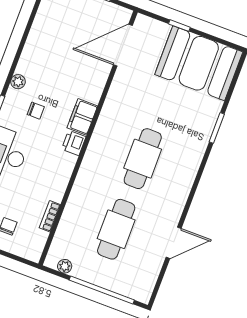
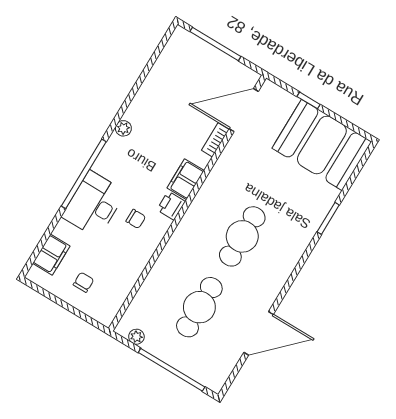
chair: (36, 111) -> (136, 219), moved
bookcase: (50, 216) -> (215, 140), moved
door: (174, 243) -> (259, 333), width x1.36

